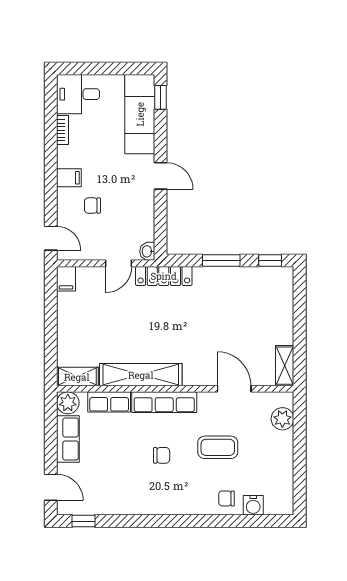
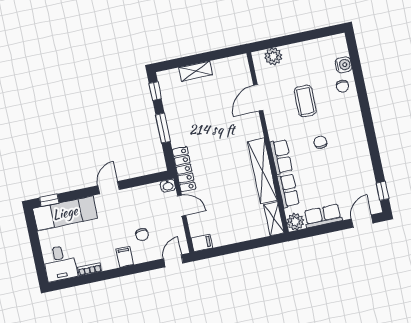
shelving: (285, 366) -> (196, 71), moved
row of seats: (164, 402) -> (281, 157), width x0.68

